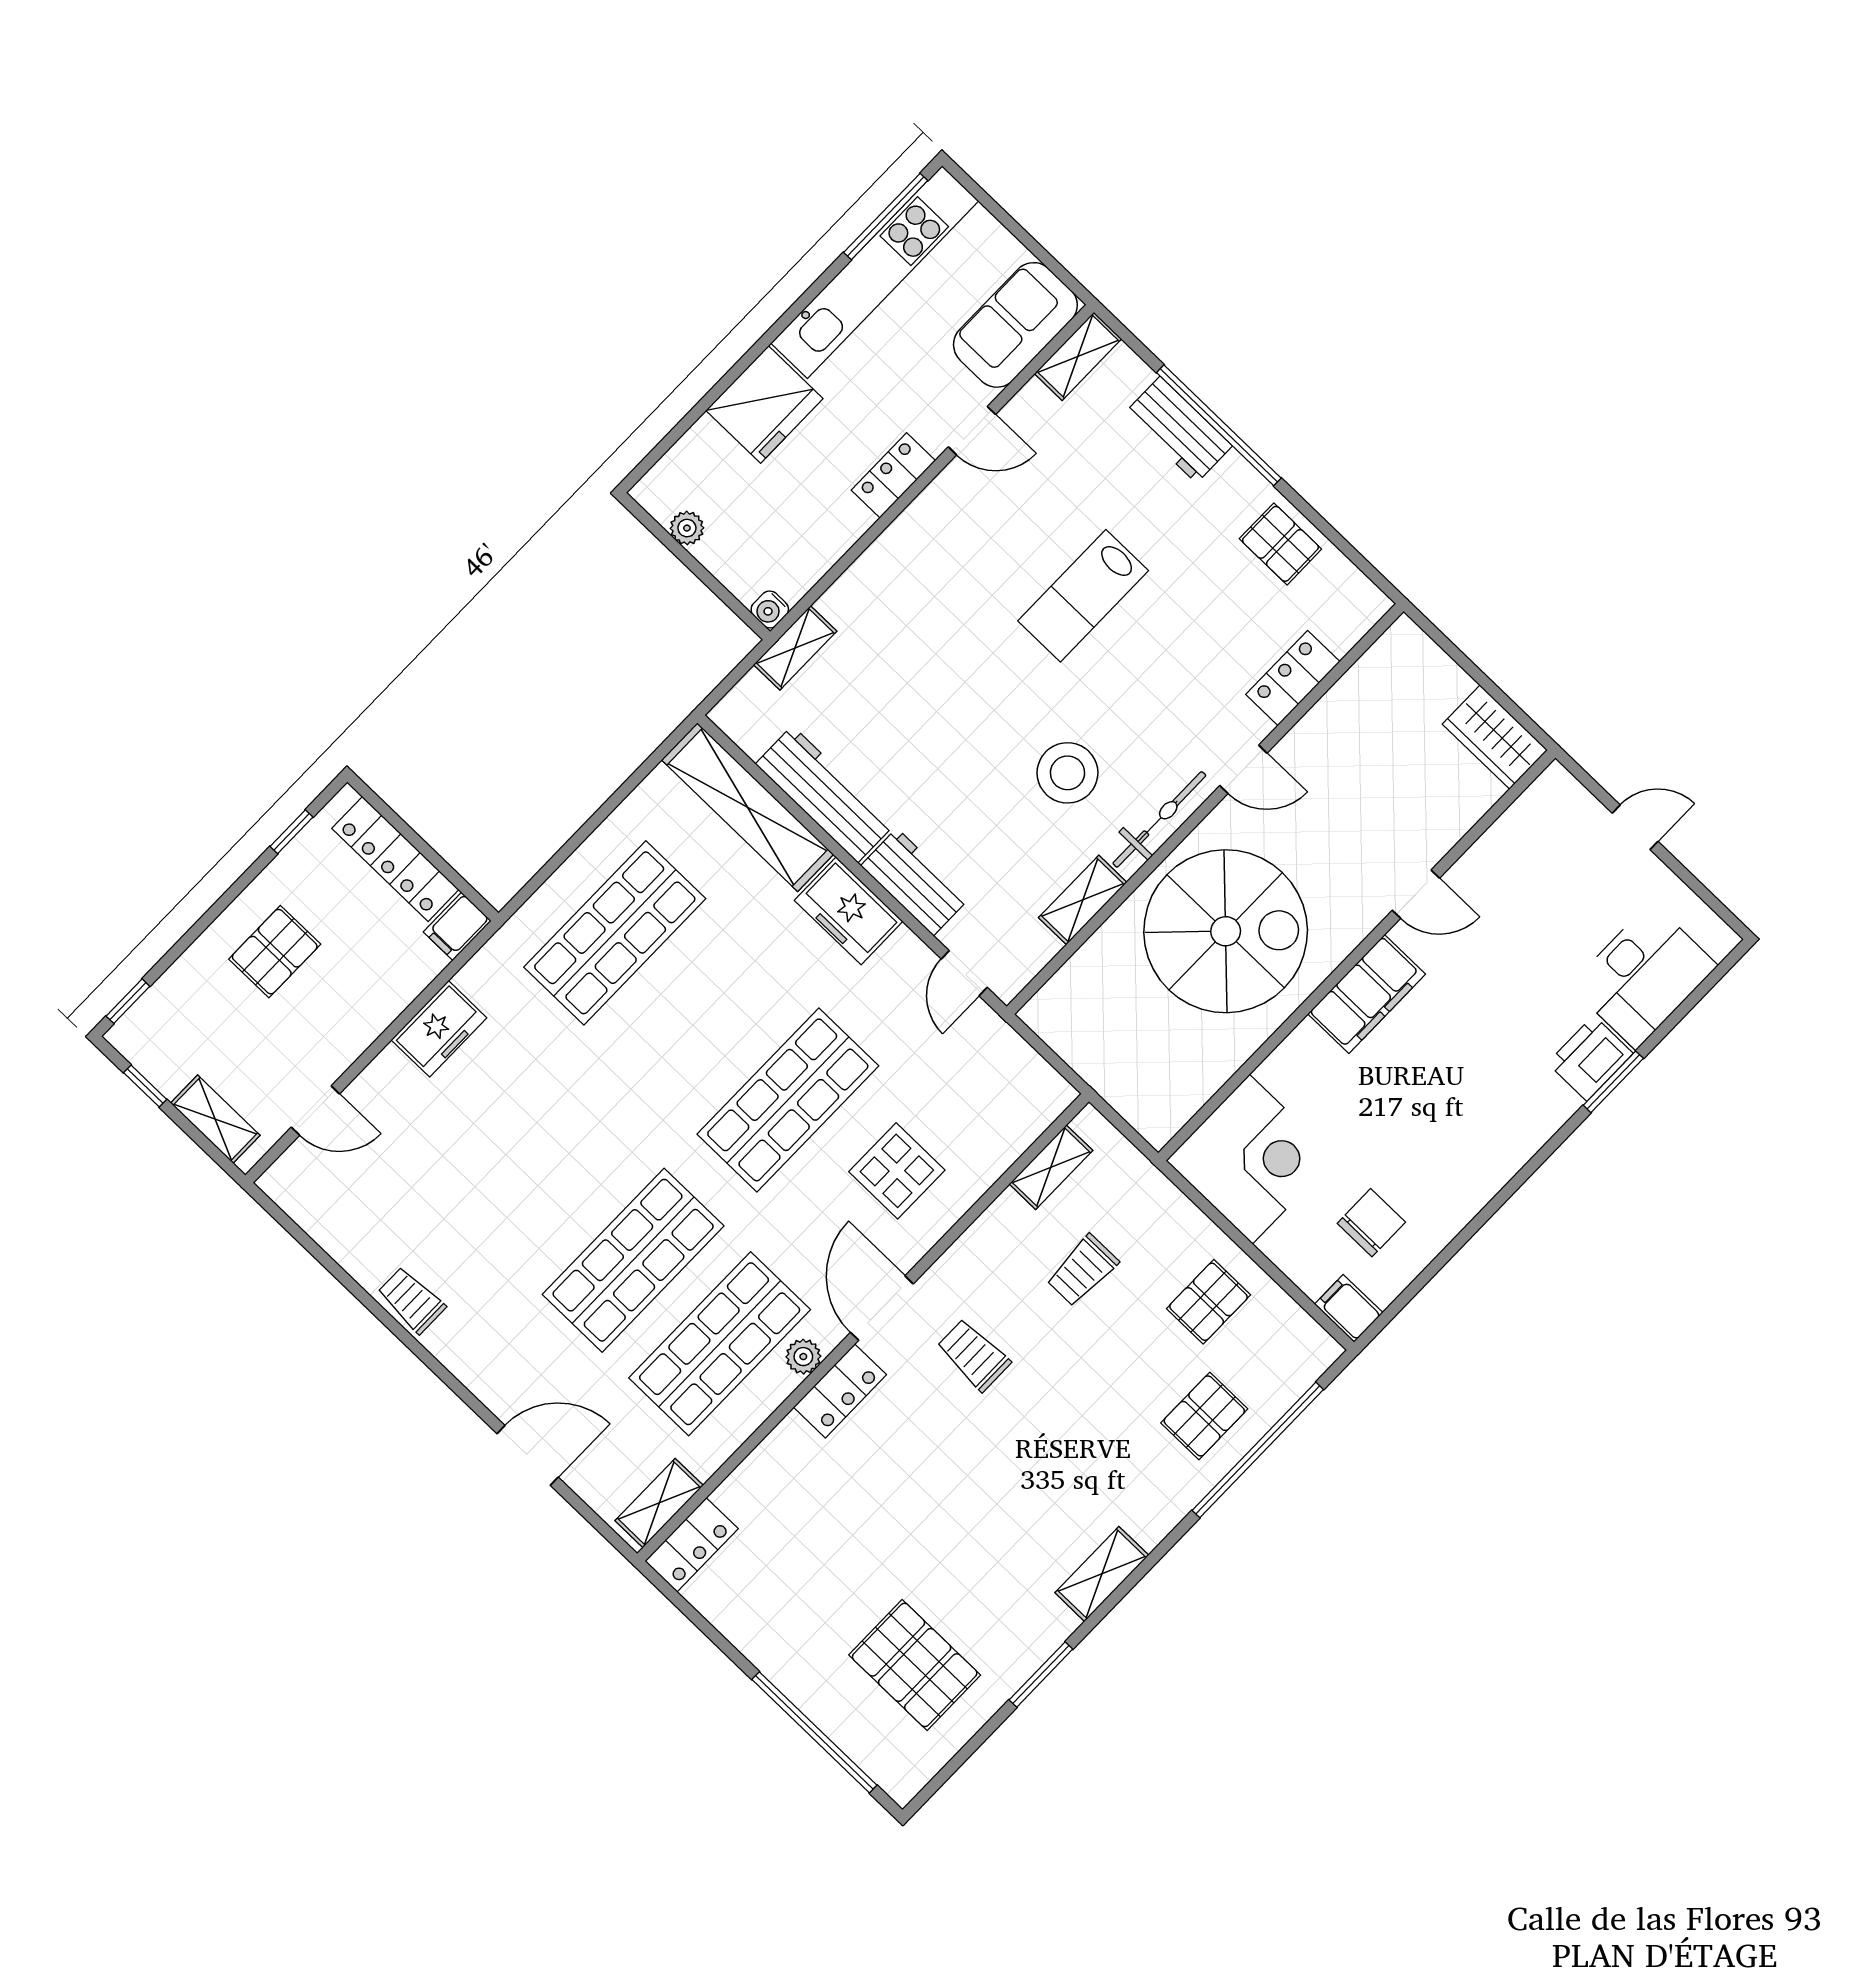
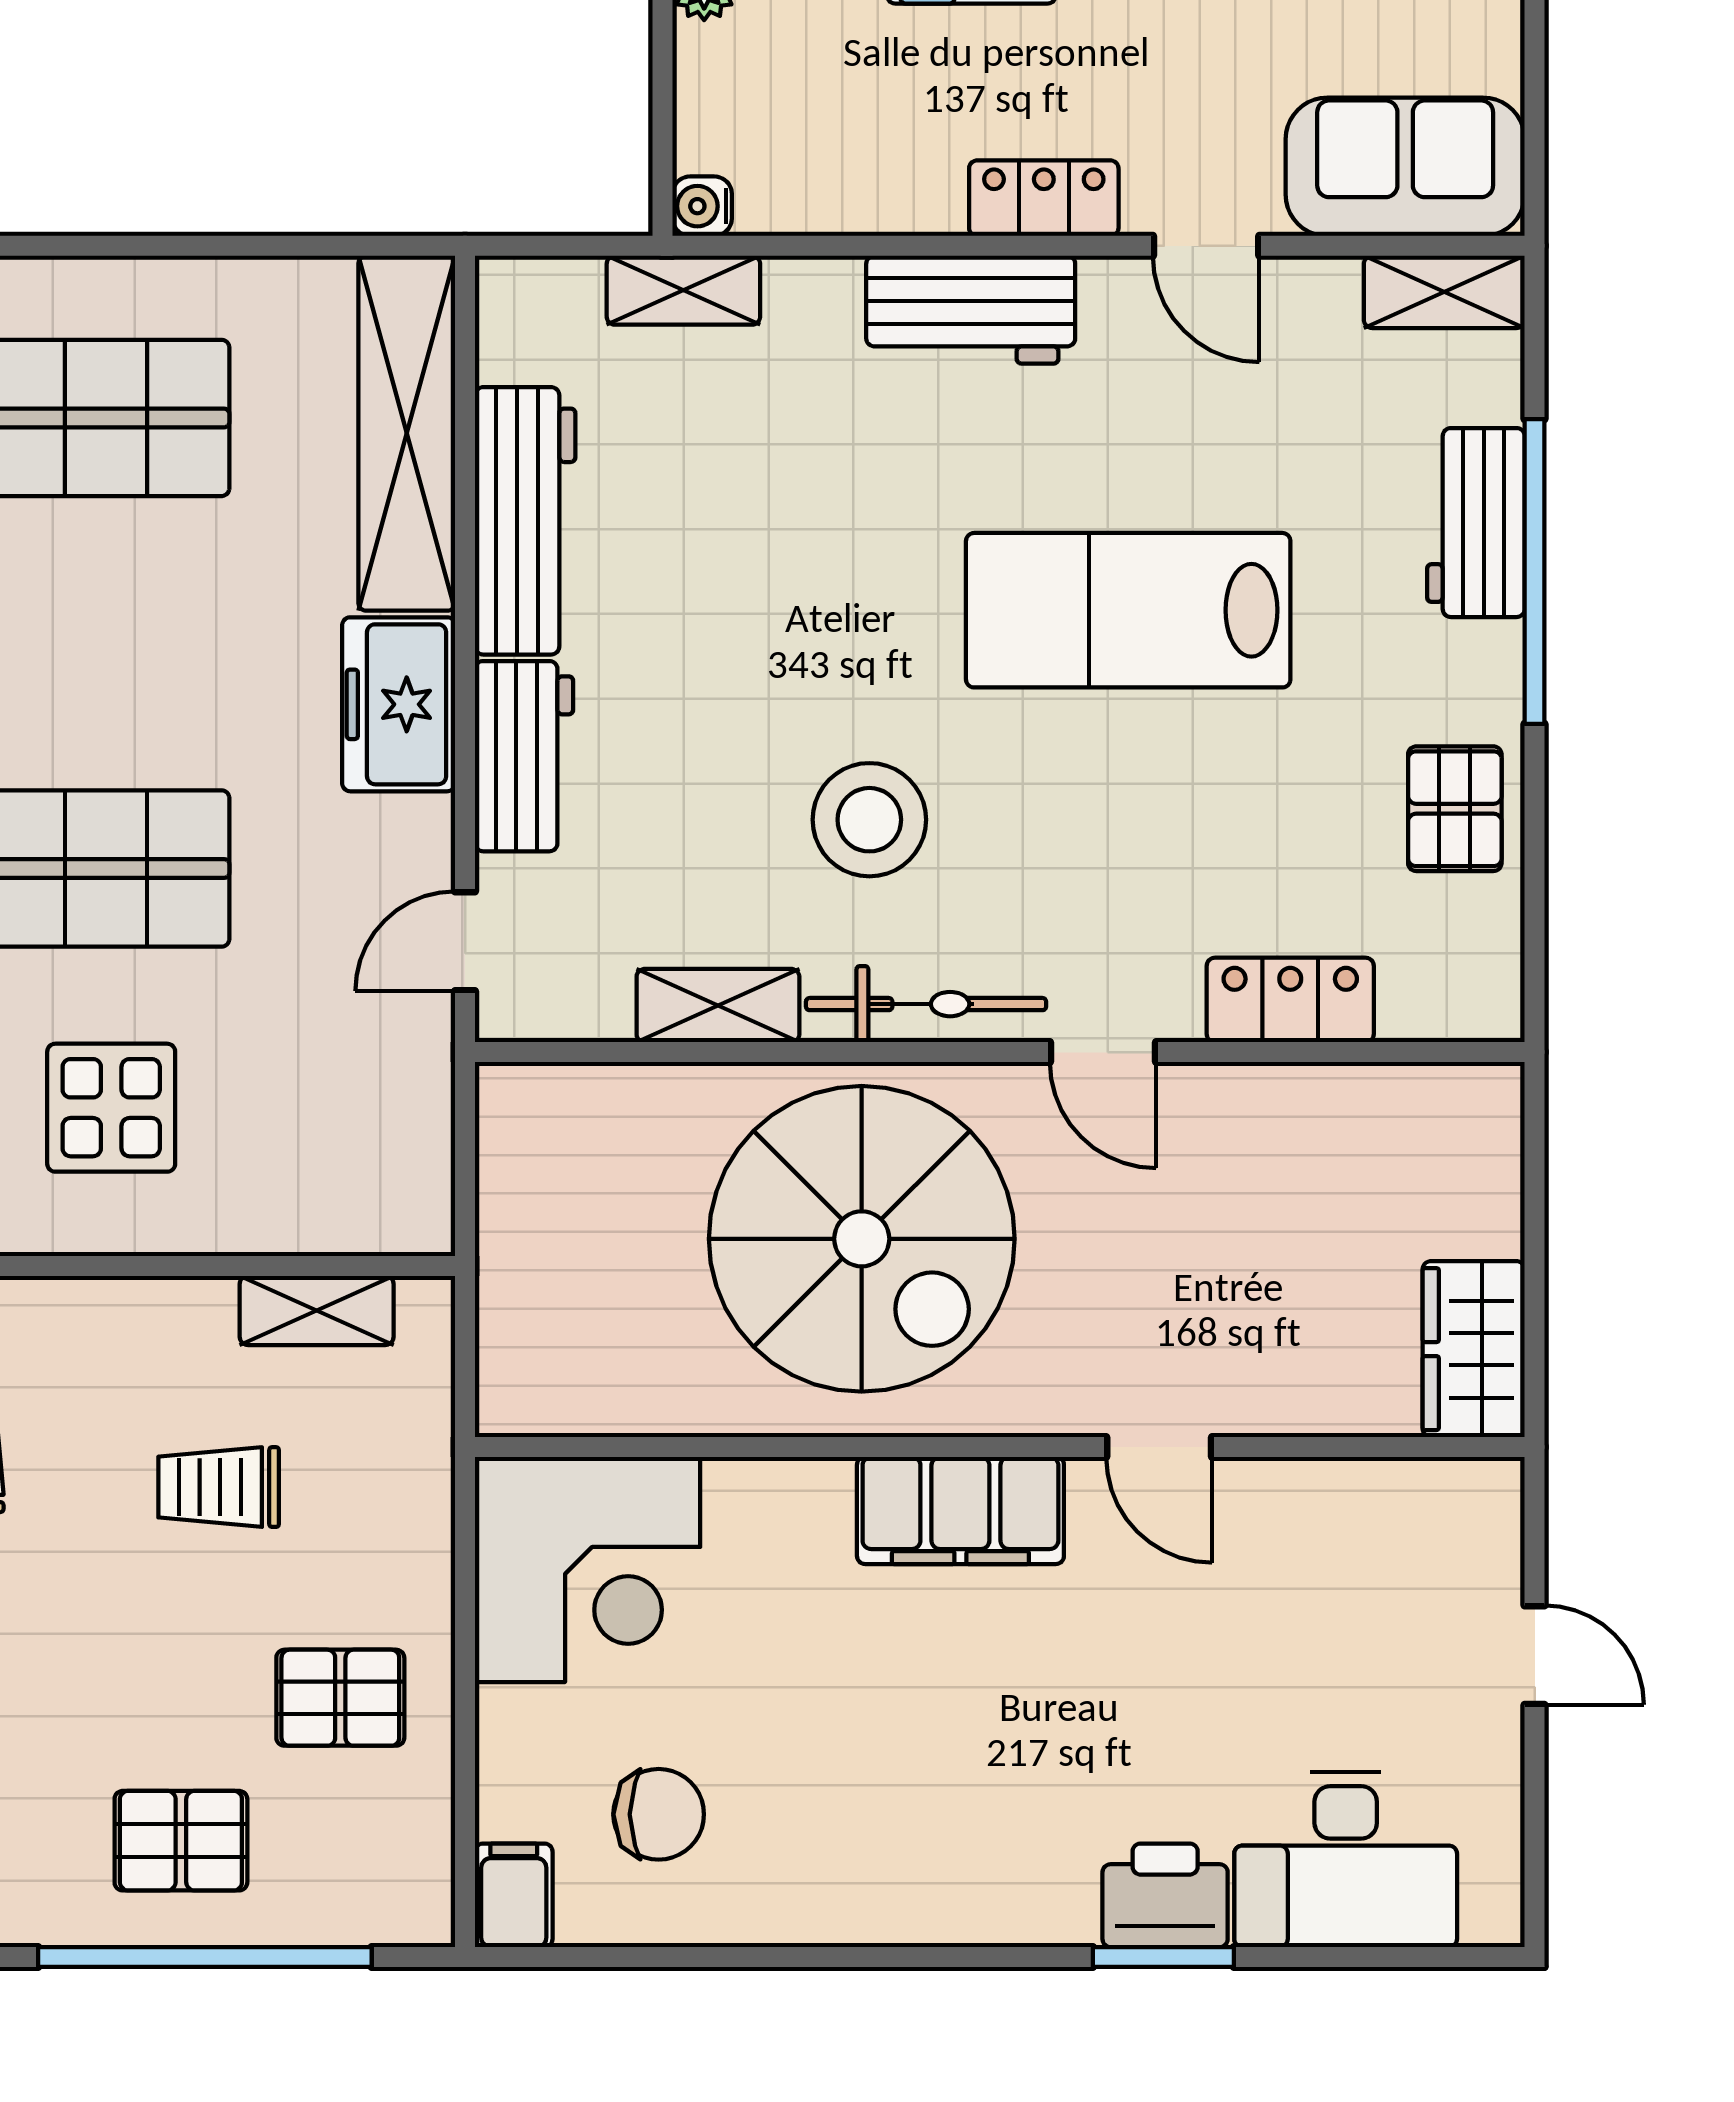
workbench: (909, 545) -> (971, 310), added
lab bench: (1083, 596) -> (1128, 610), width x1.36, depth x1.39

